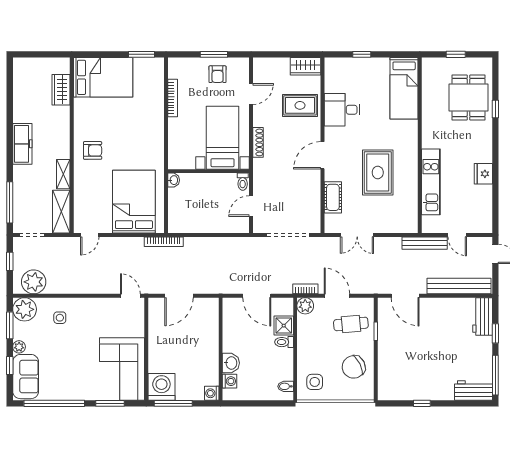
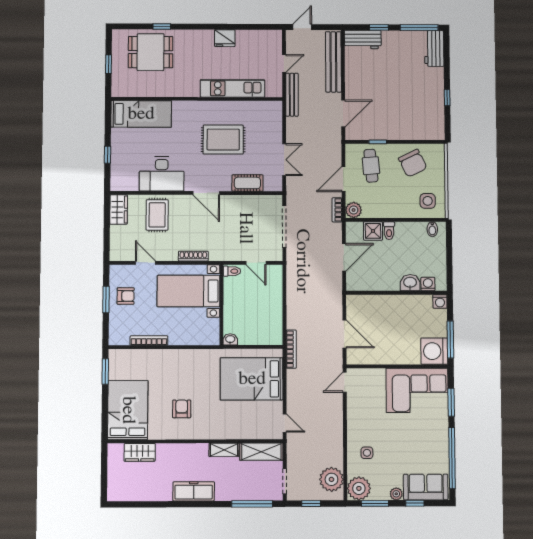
desk: (342, 110) -> (162, 174), width x1.37
armchair: (93, 150) -> (182, 409), moved

